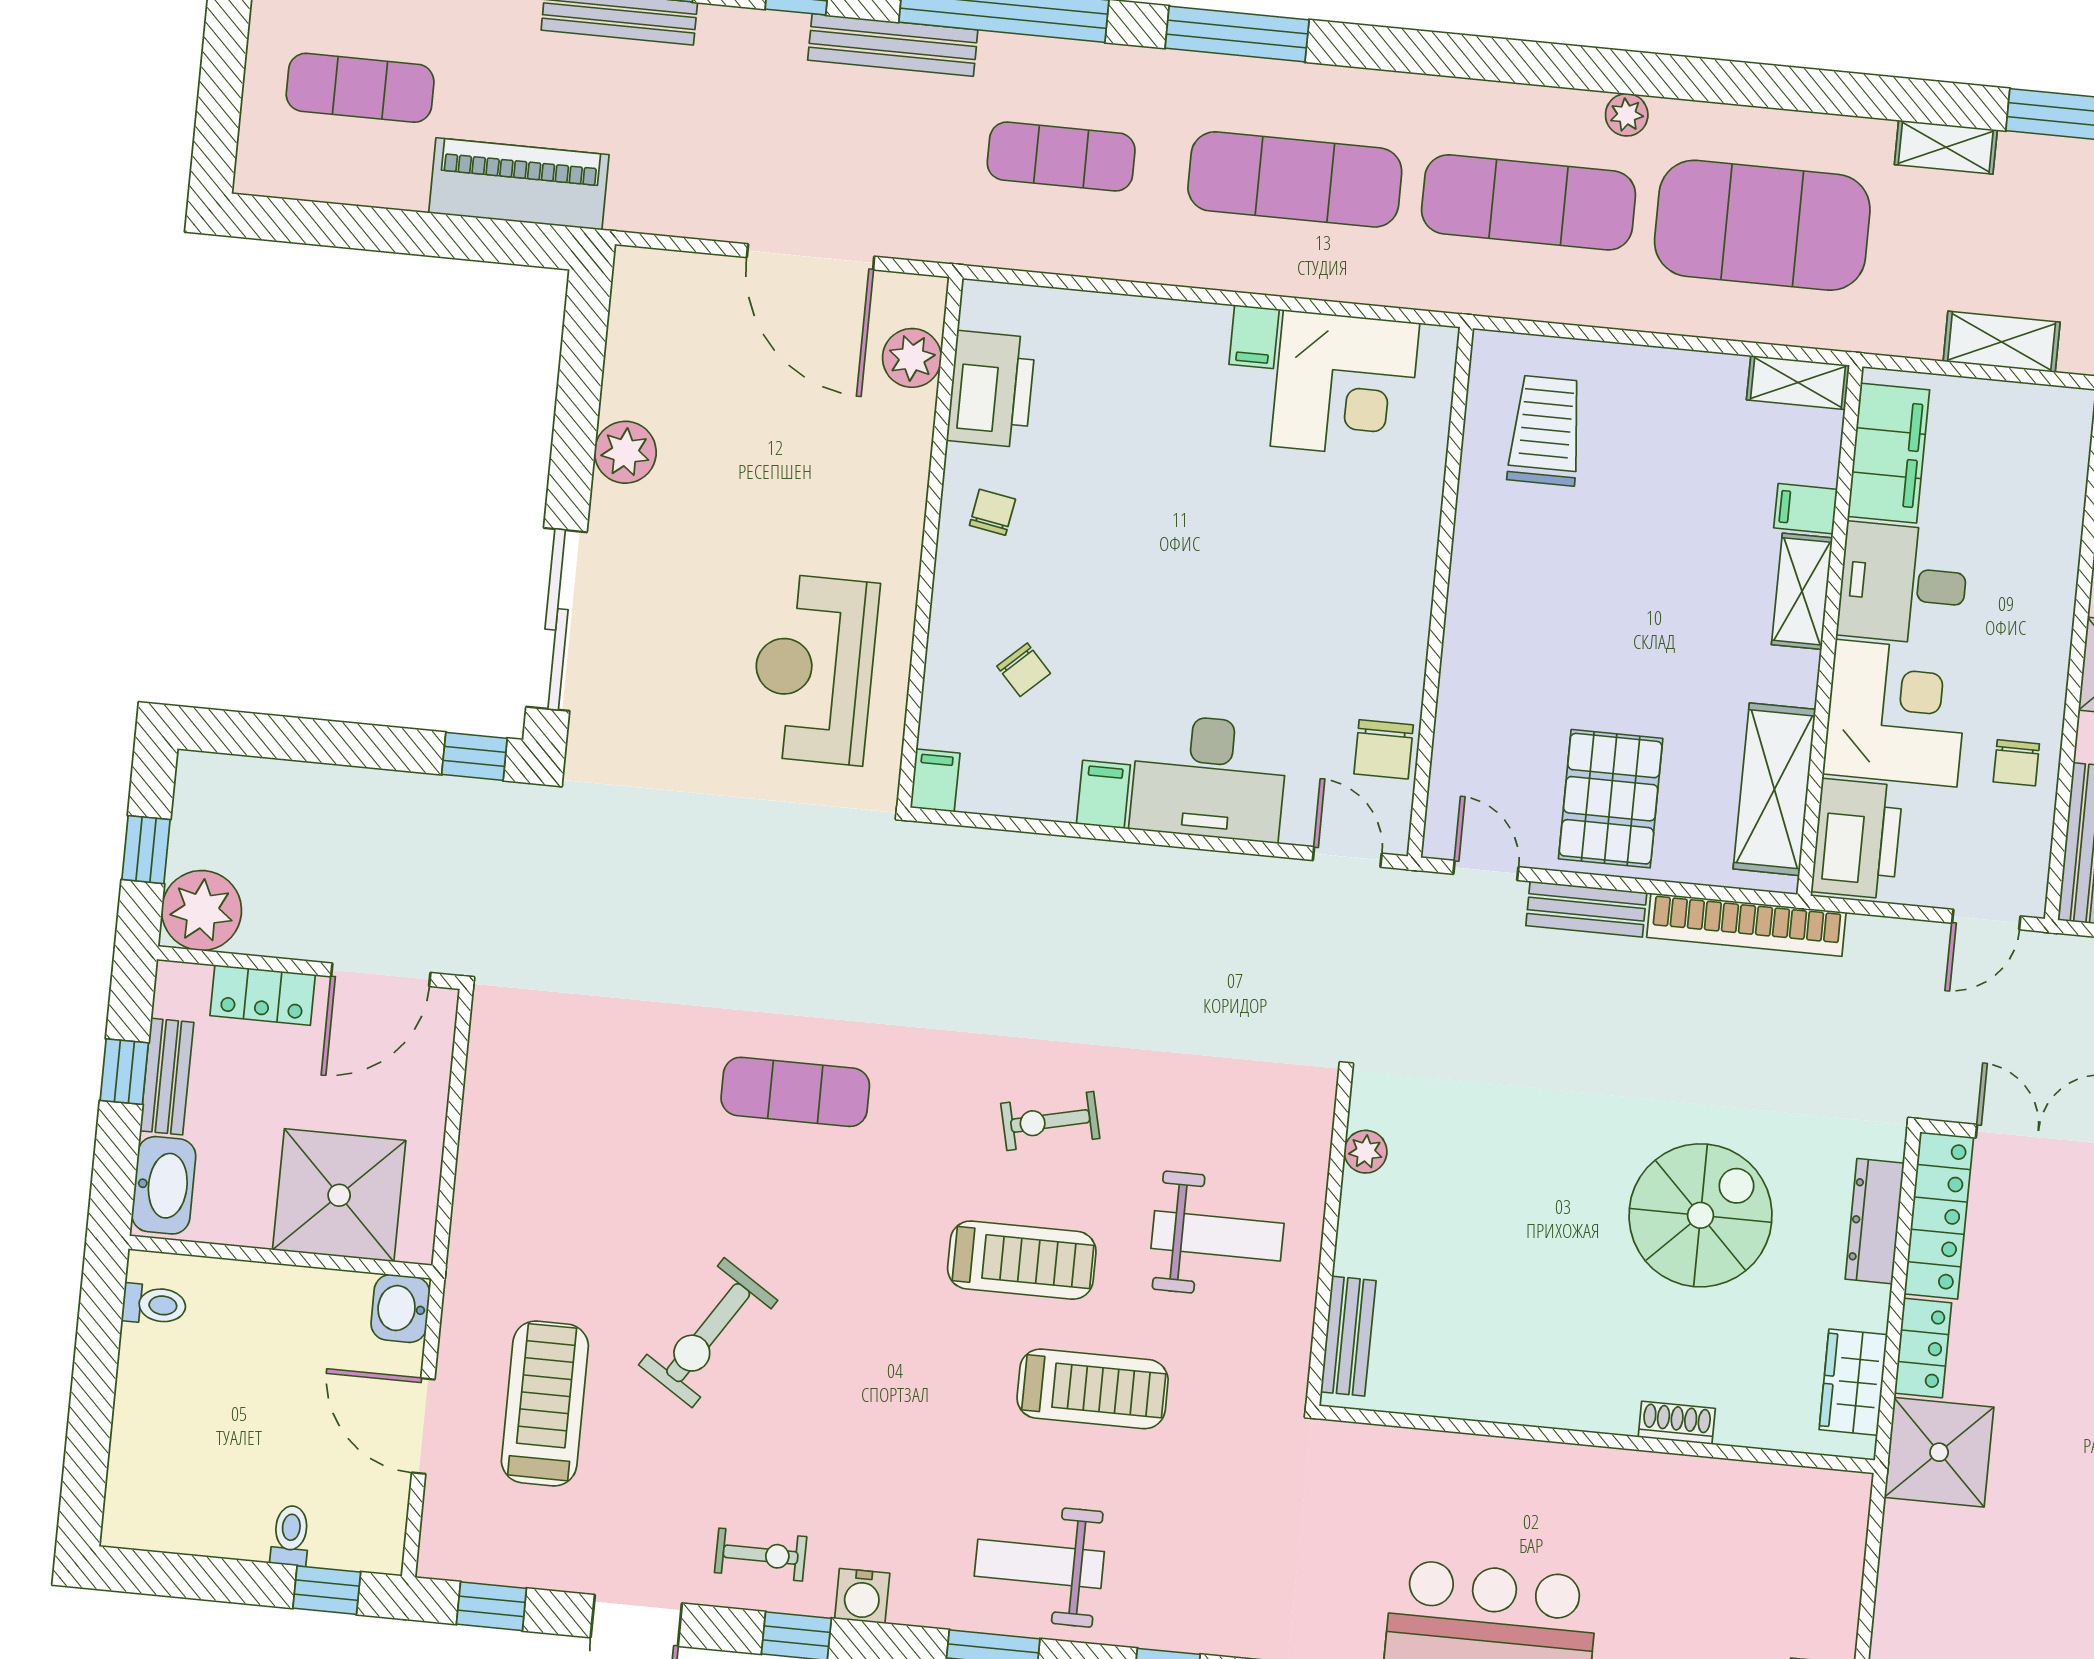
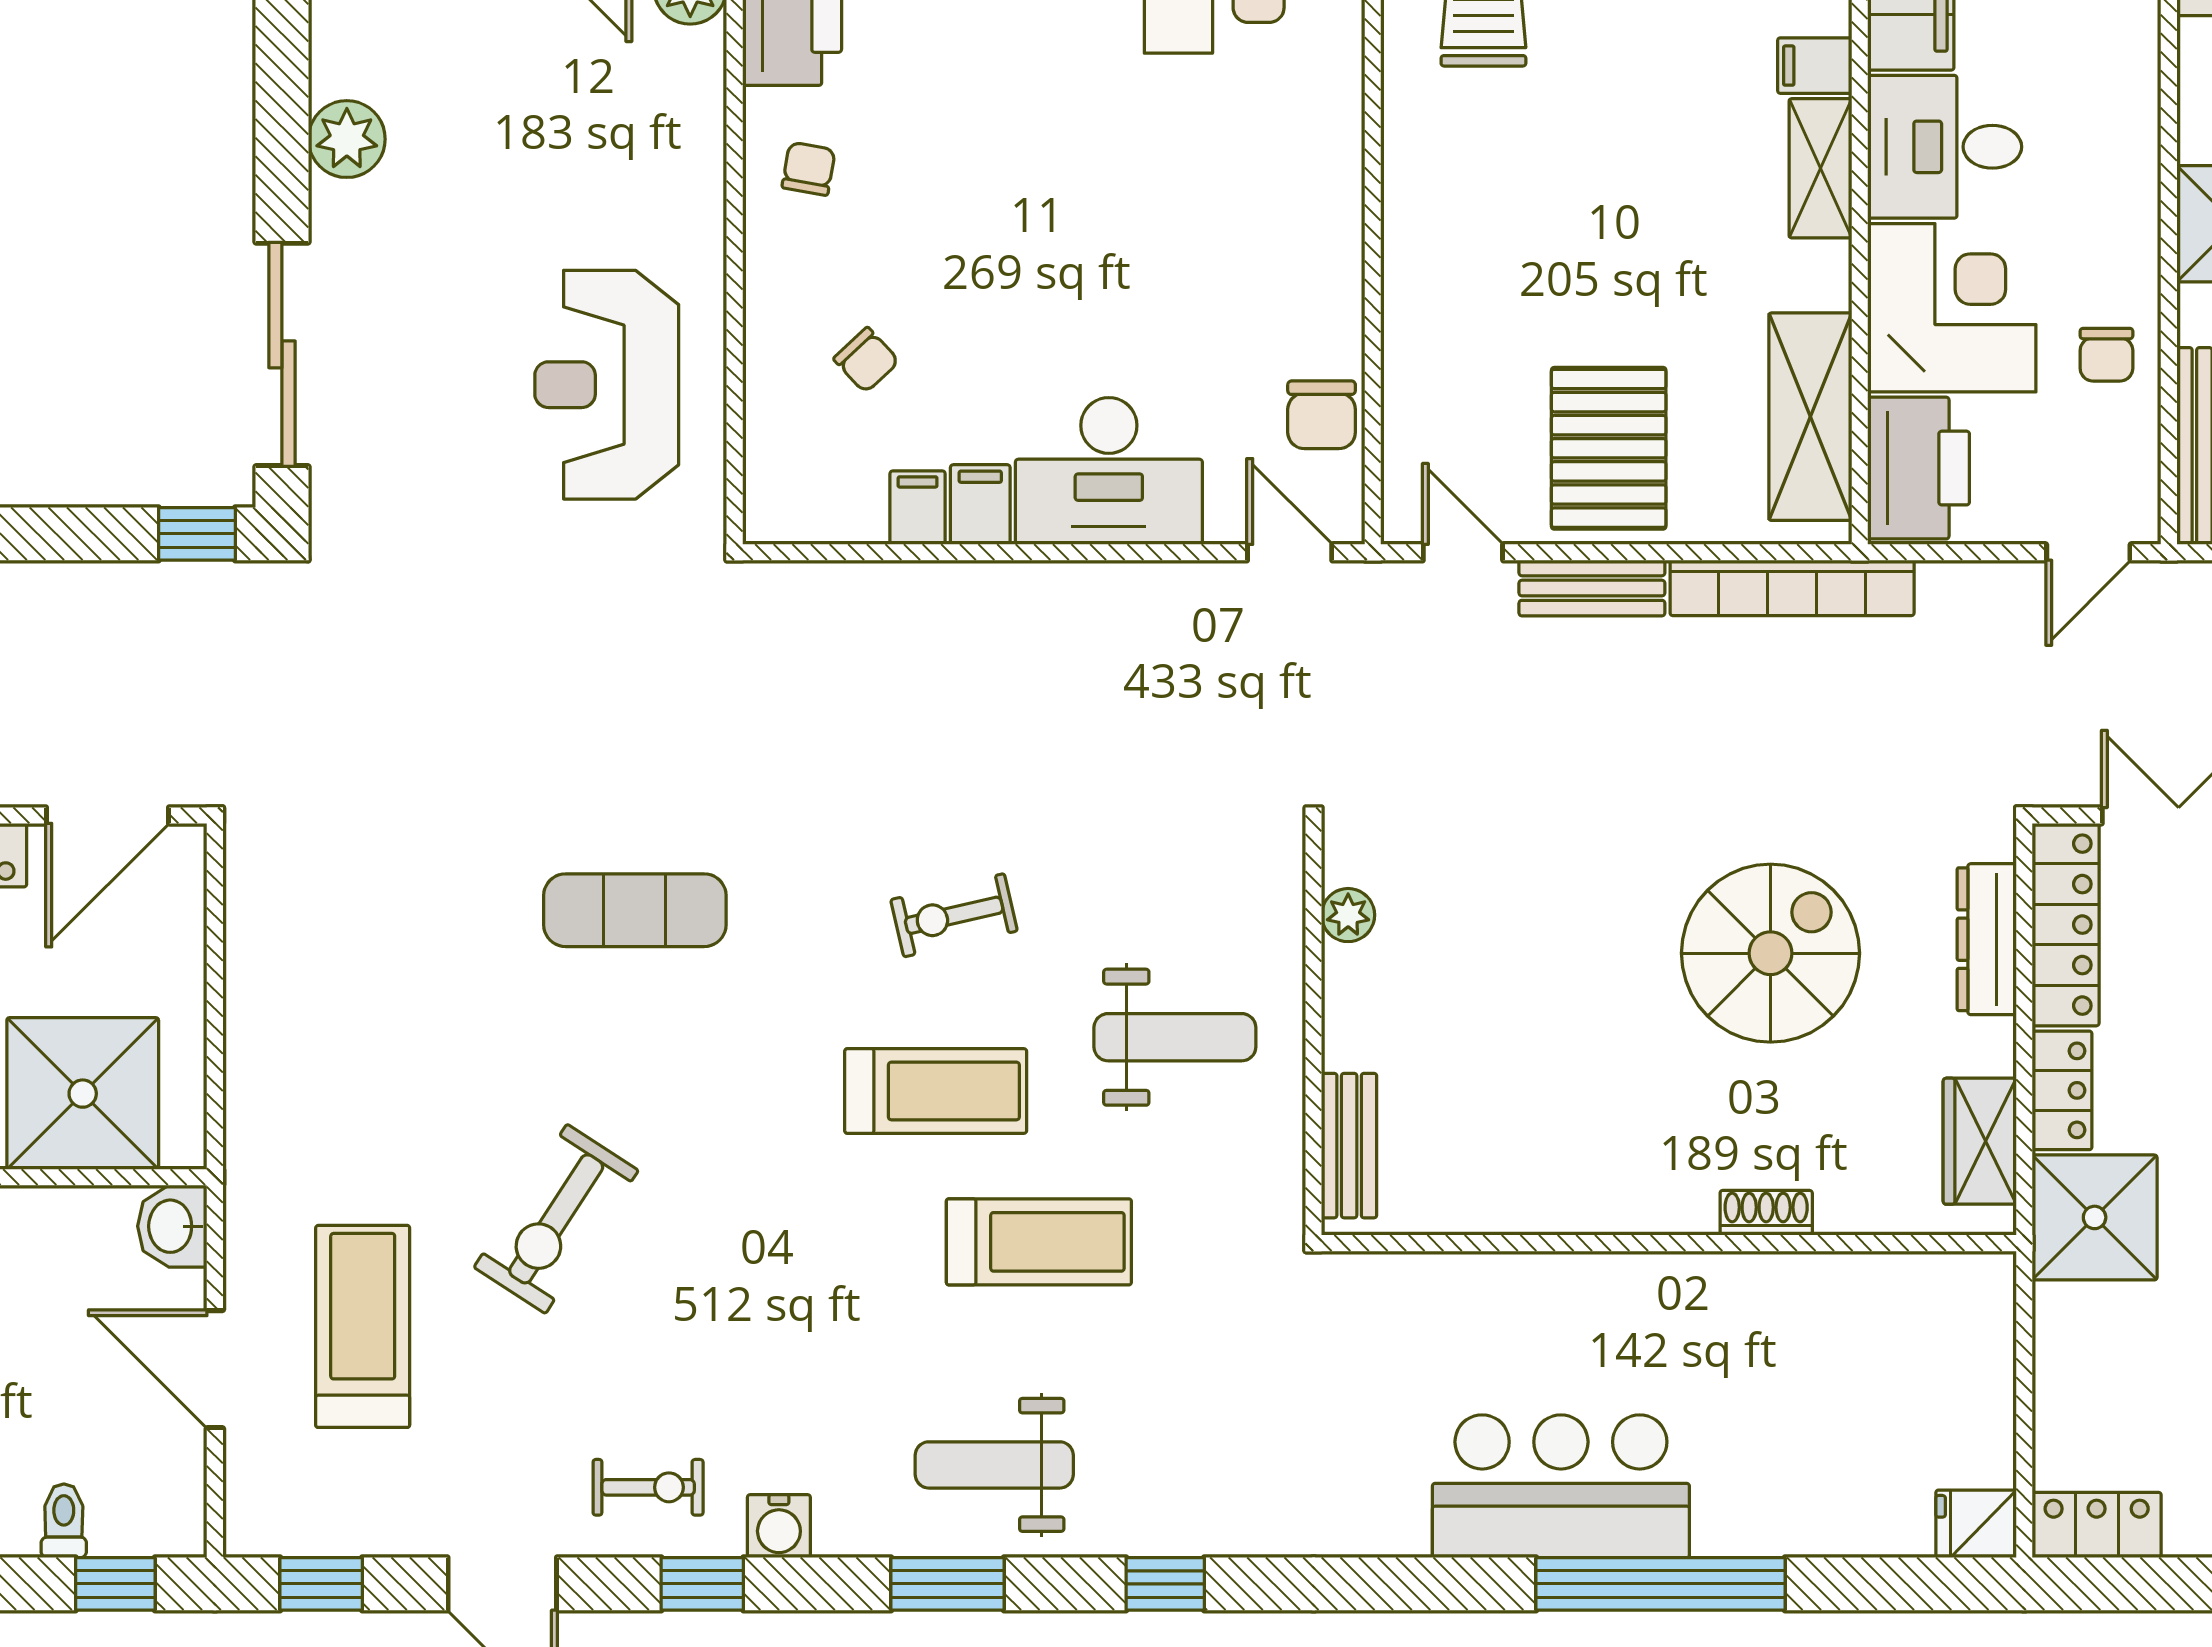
filing cabinet: (935, 780) -> (918, 508), moved

